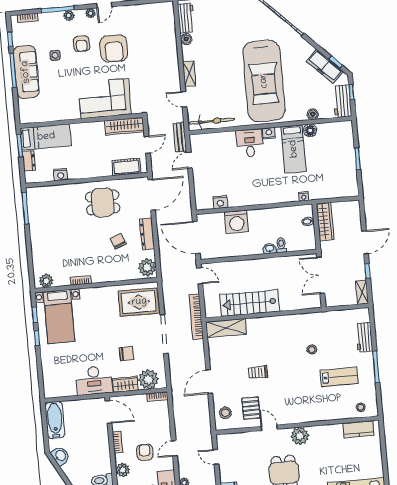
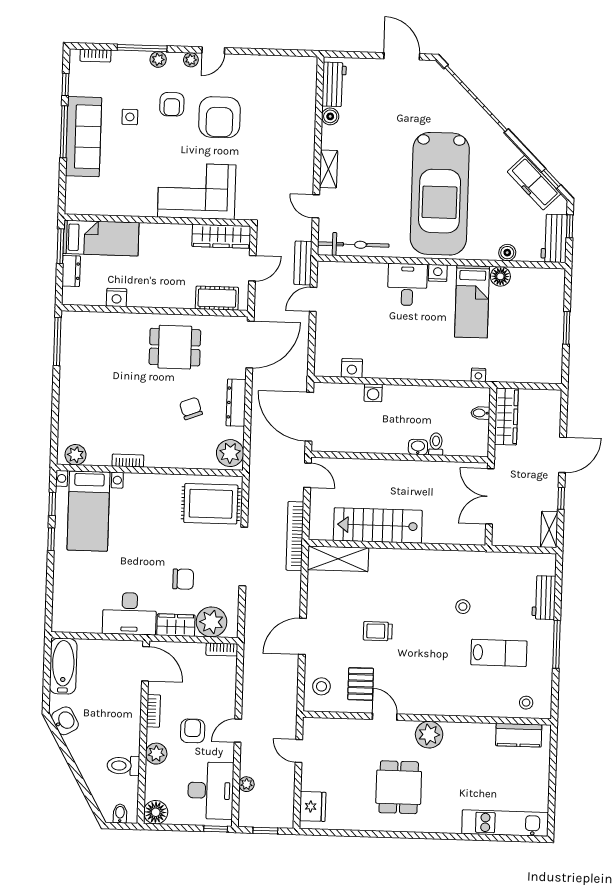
washing machine: (237, 222) -> (373, 393), width x0.53, depth x0.53

